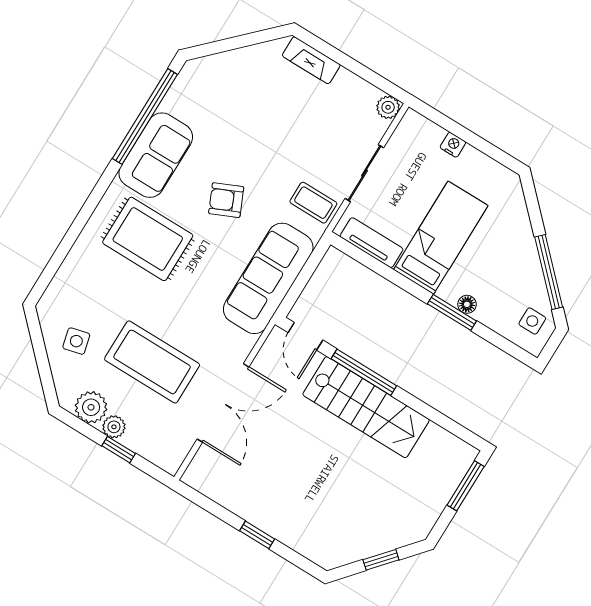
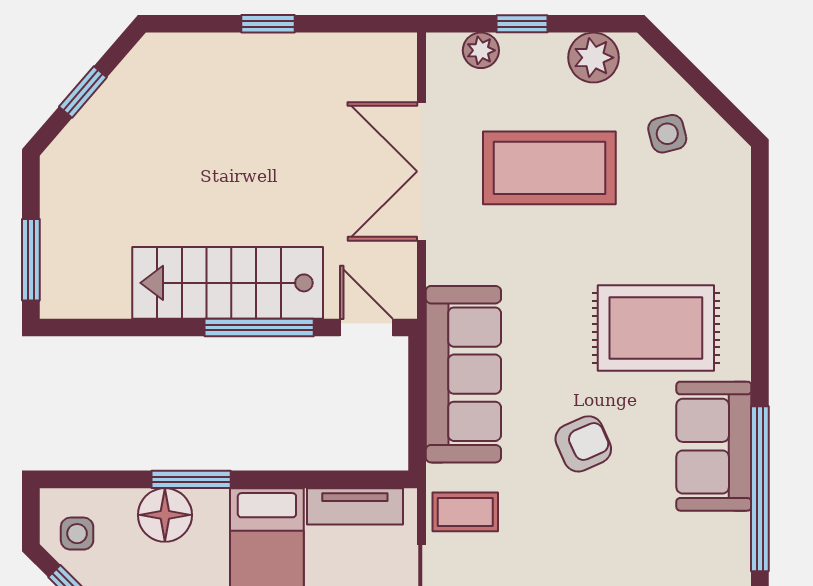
floor lamp: (467, 304) -> (165, 515), width x1.89, depth x1.89
plant: (114, 427) -> (481, 50), moved

